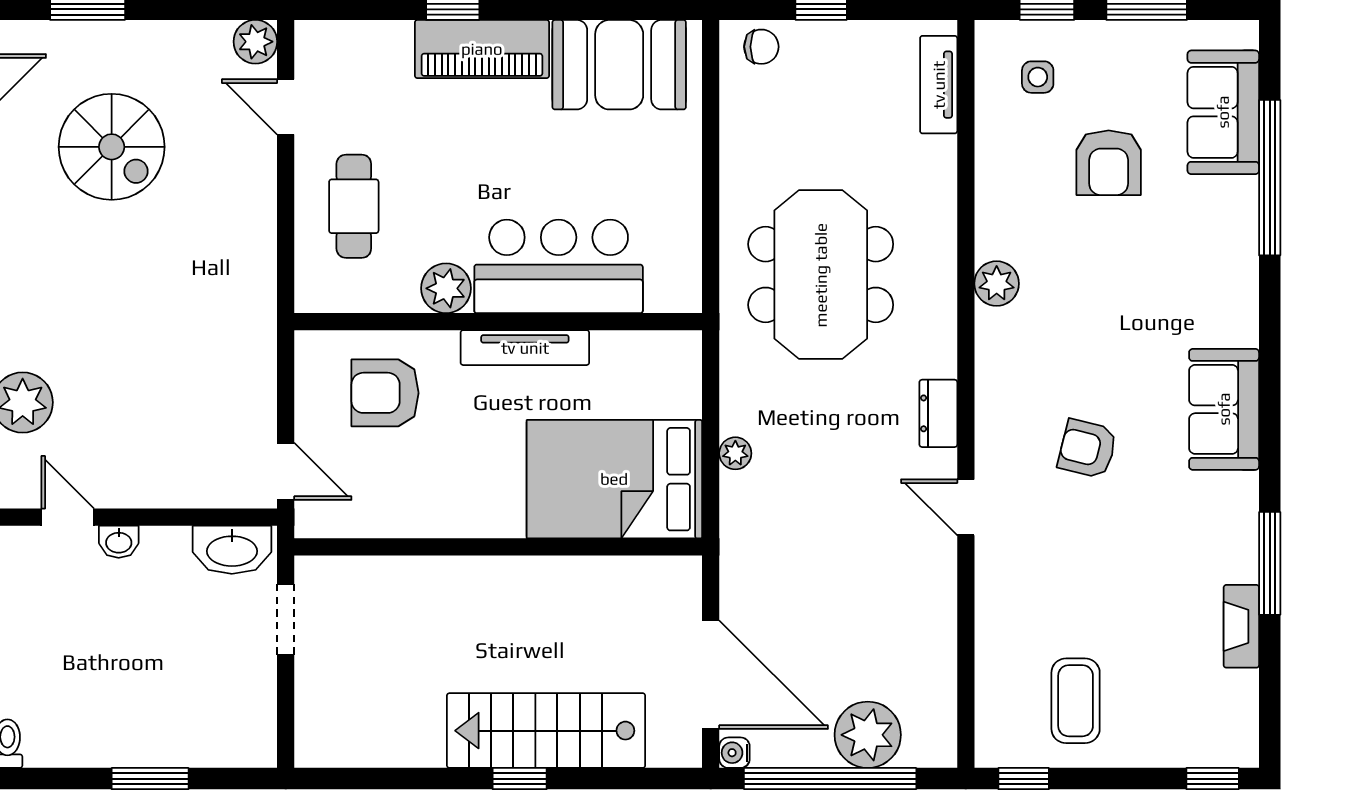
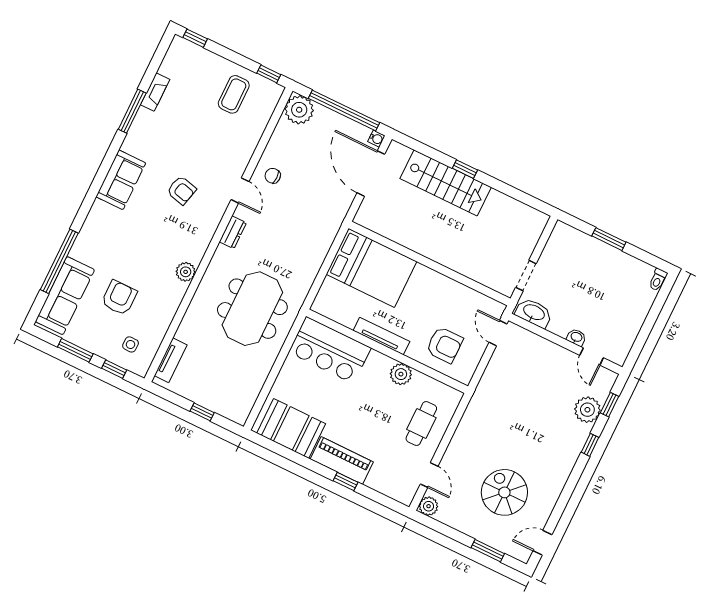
chair: (761, 47) -> (273, 176), moved
sofa: (1223, 112) -> (65, 296), width x1.36
bar counter: (559, 266) -> (330, 350), moved
plant: (735, 453) -> (319, 255), removed
plant: (868, 735) -> (299, 110), moved

